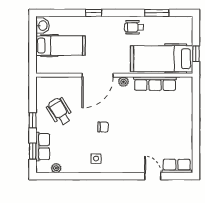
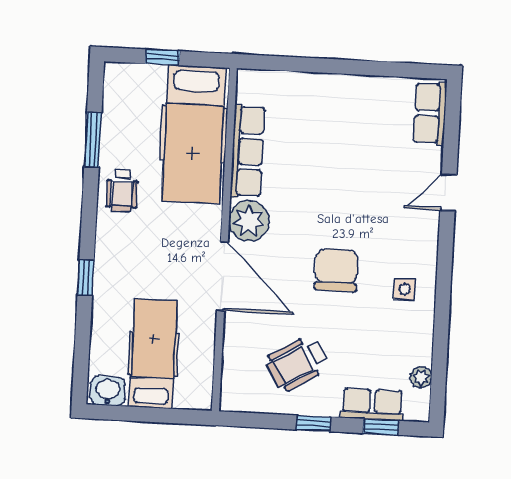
window: (196, 54) -> (163, 57), moved
plant: (123, 82) -> (249, 221), width x1.88, depth x1.88
chair: (103, 127) -> (336, 270), width x1.87, depth x1.87
door: (153, 176) -> (448, 192), moved

